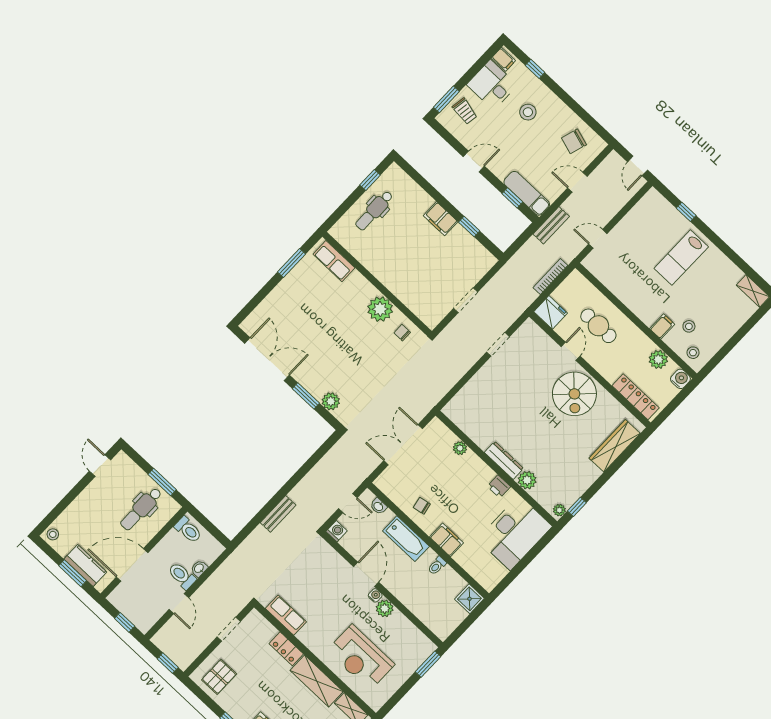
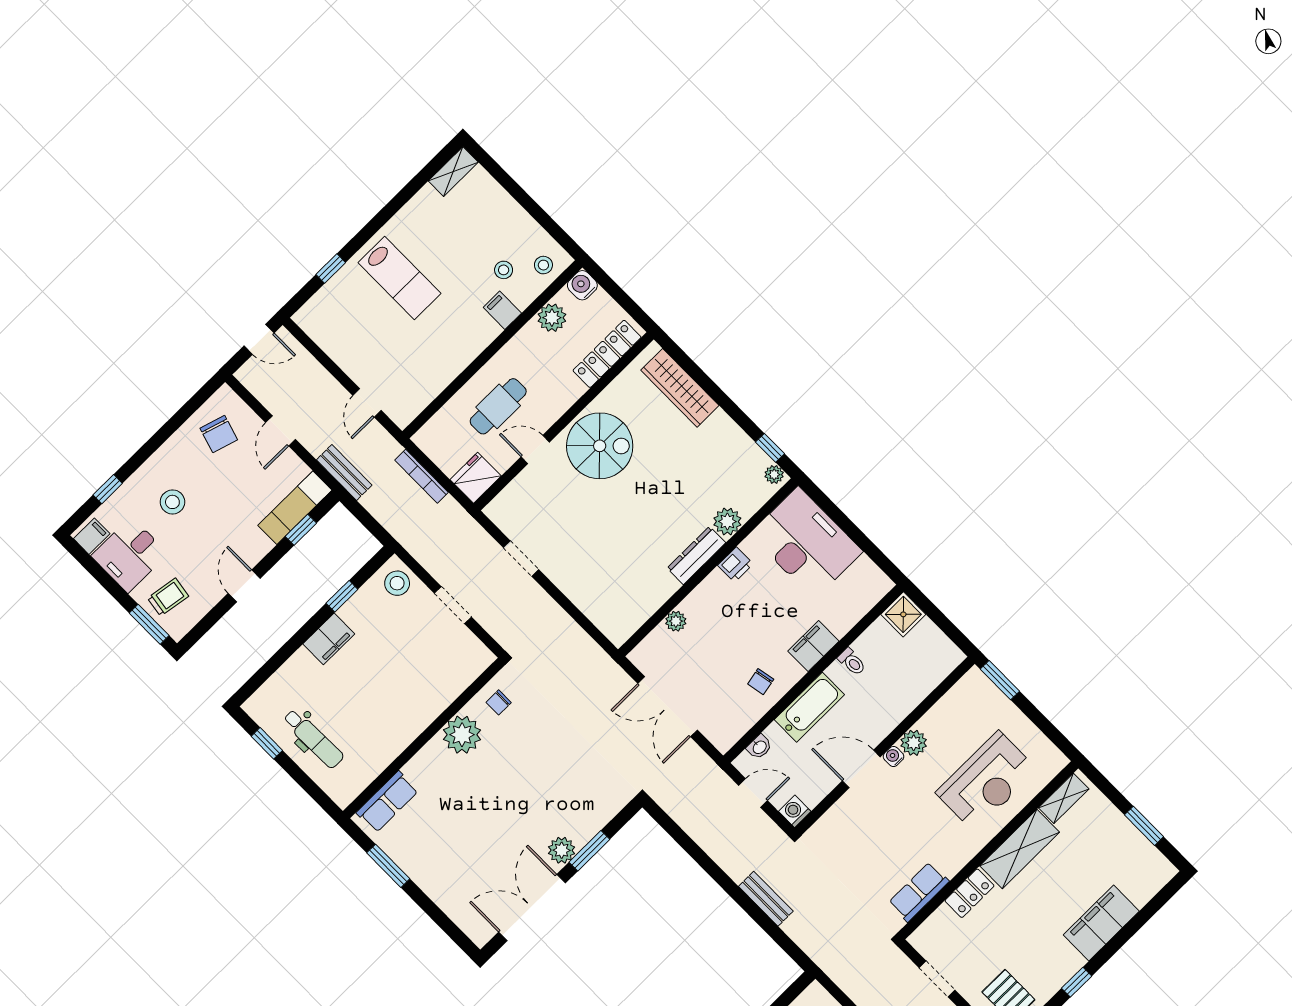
stool: (479, 263) -> (397, 583), added
plant: (331, 401) -> (562, 850), moved
door: (348, 503) -> (753, 793), hinge flipped

